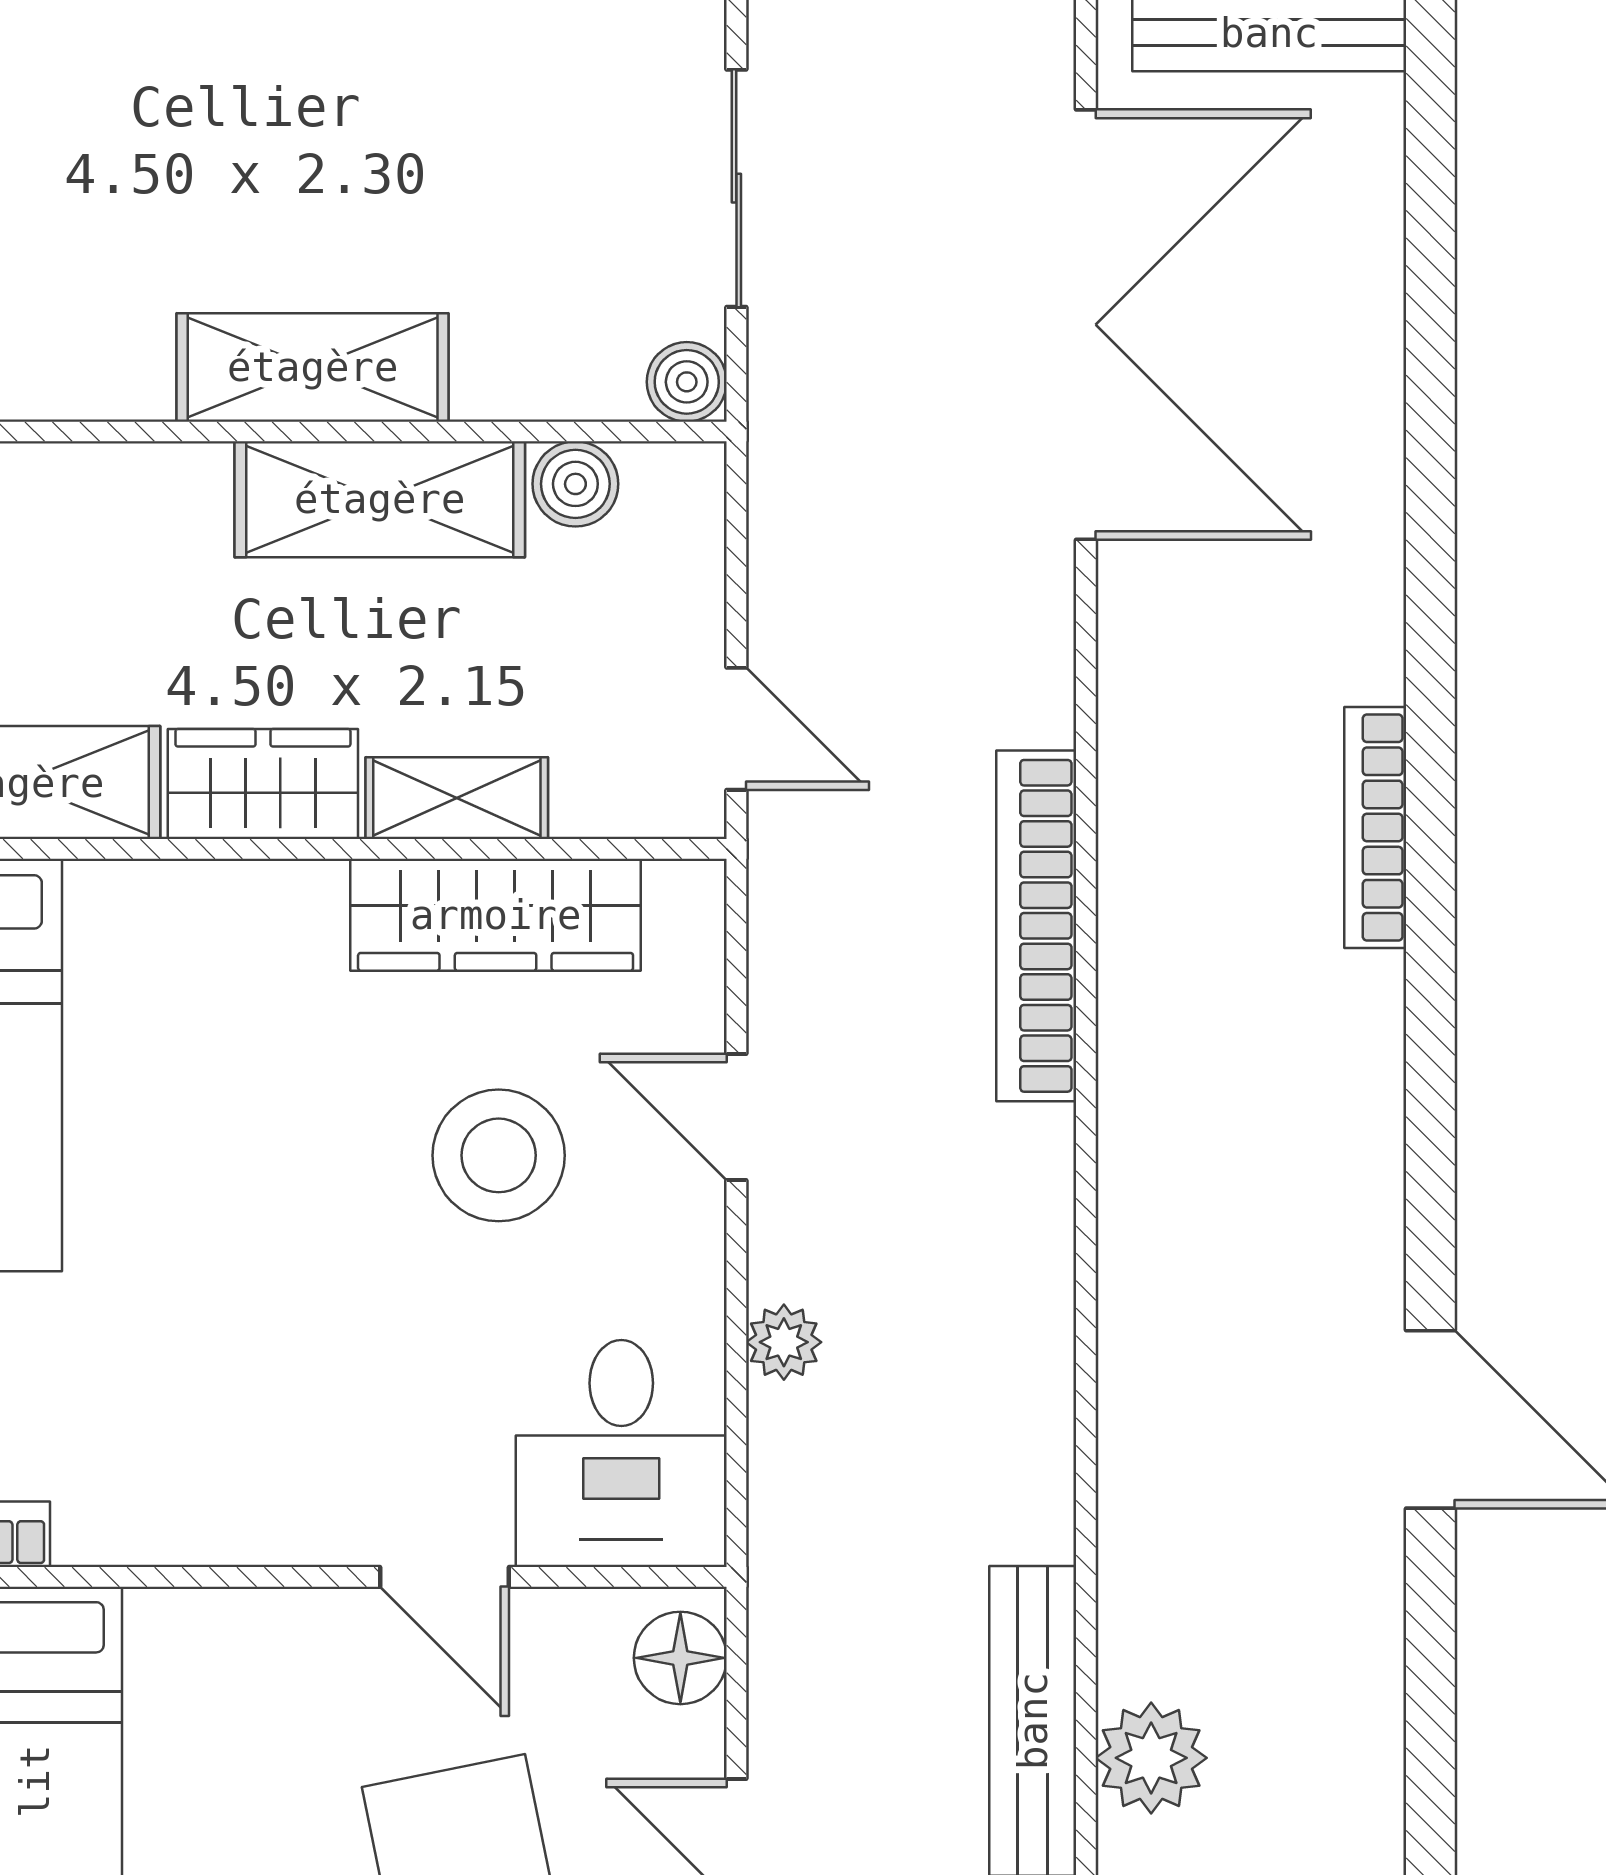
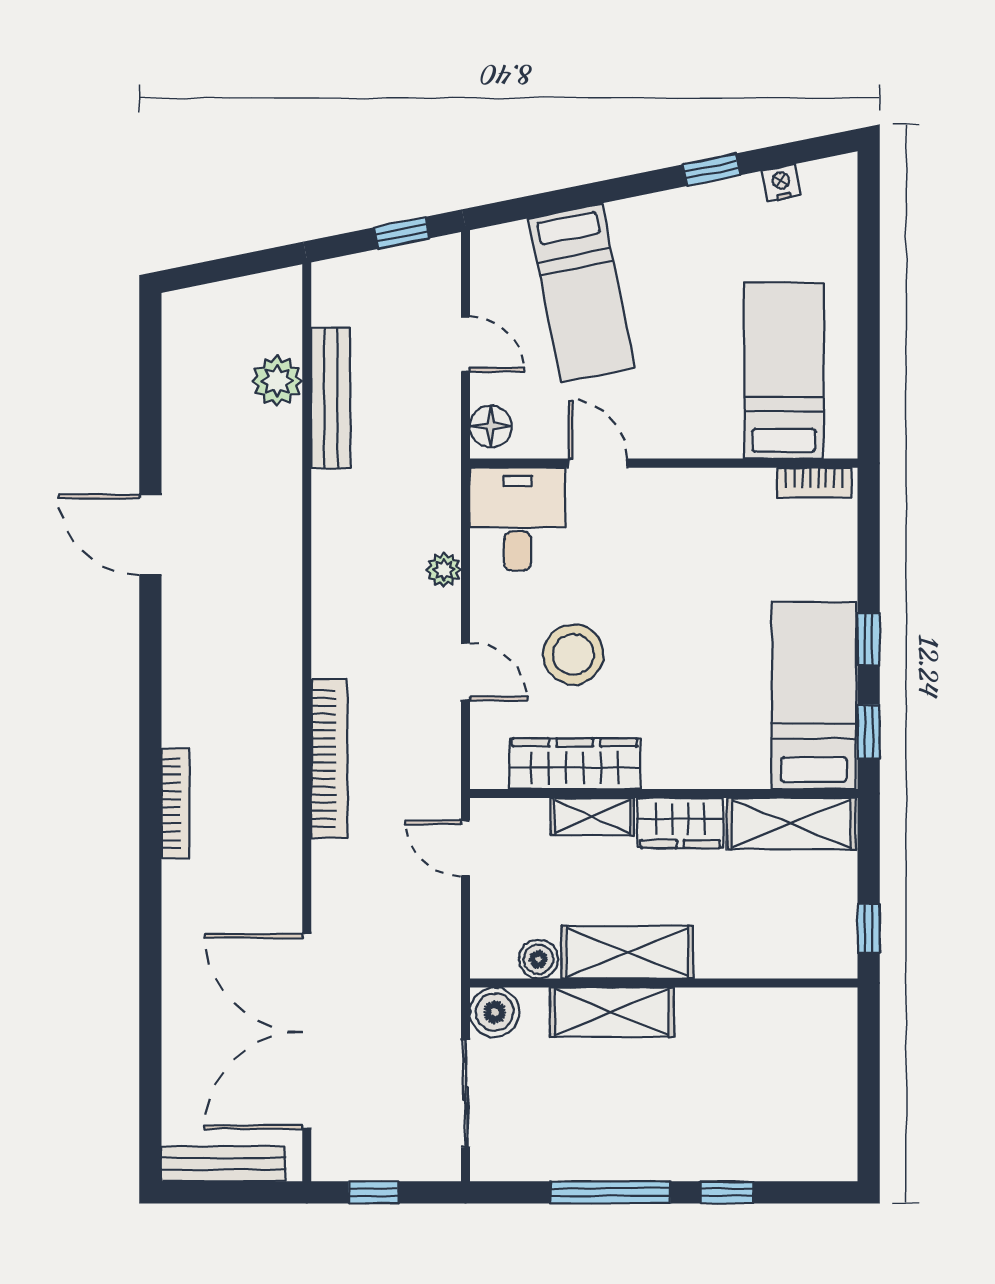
shelving: (313, 367) -> (612, 1012), moved
boiler: (687, 382) -> (495, 1012), width x1.36, depth x1.36

